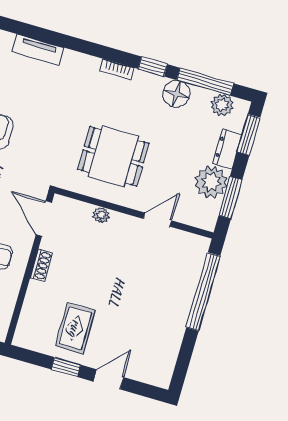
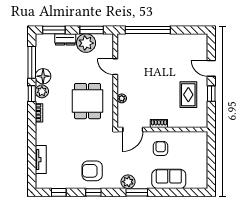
plant: (222, 105) -> (42, 91), moved
rug: (75, 328) -> (188, 95), turned 90

